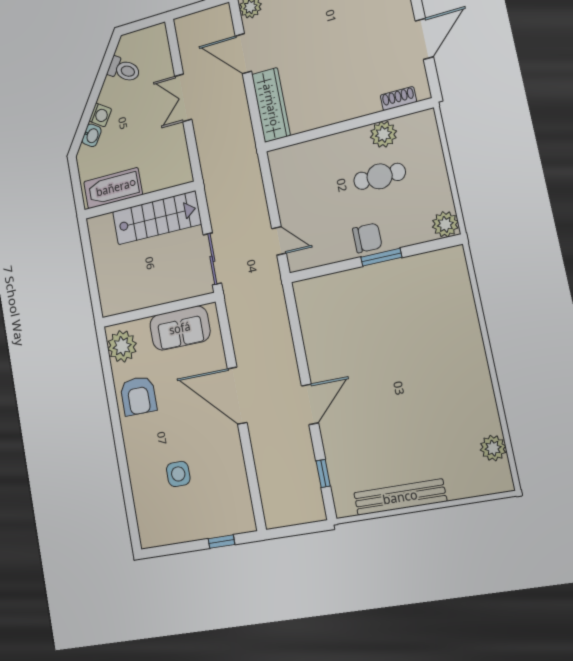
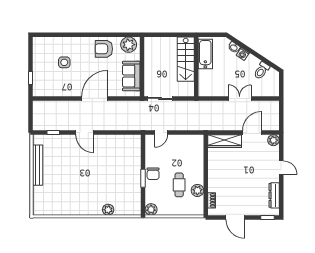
stairs: (157, 218) -> (186, 59), moved
plant: (493, 448) -> (108, 210), moved

